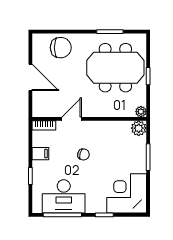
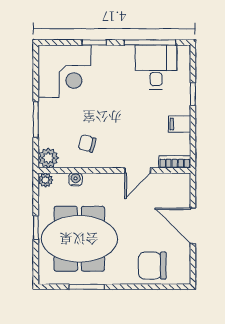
water cooler: (118, 112) -> (76, 179), added
chair: (83, 154) -> (87, 143), moved
desk: (64, 196) -> (156, 67), width x0.73

